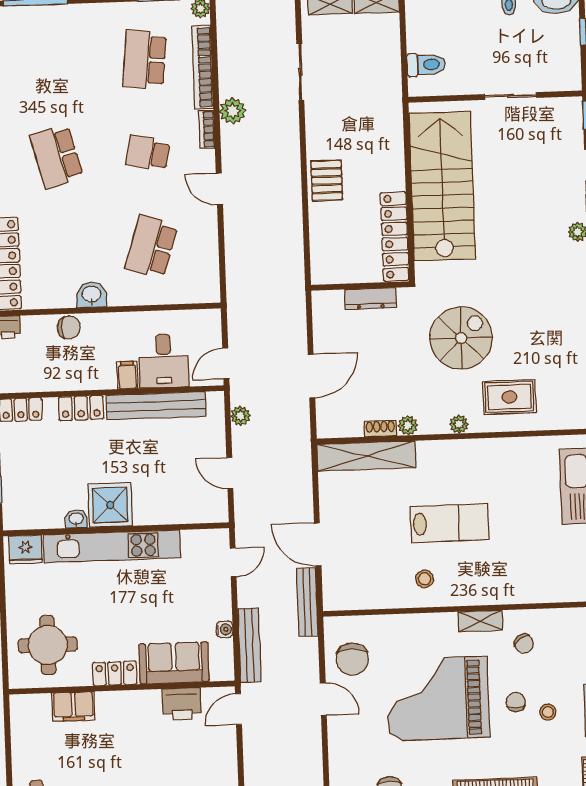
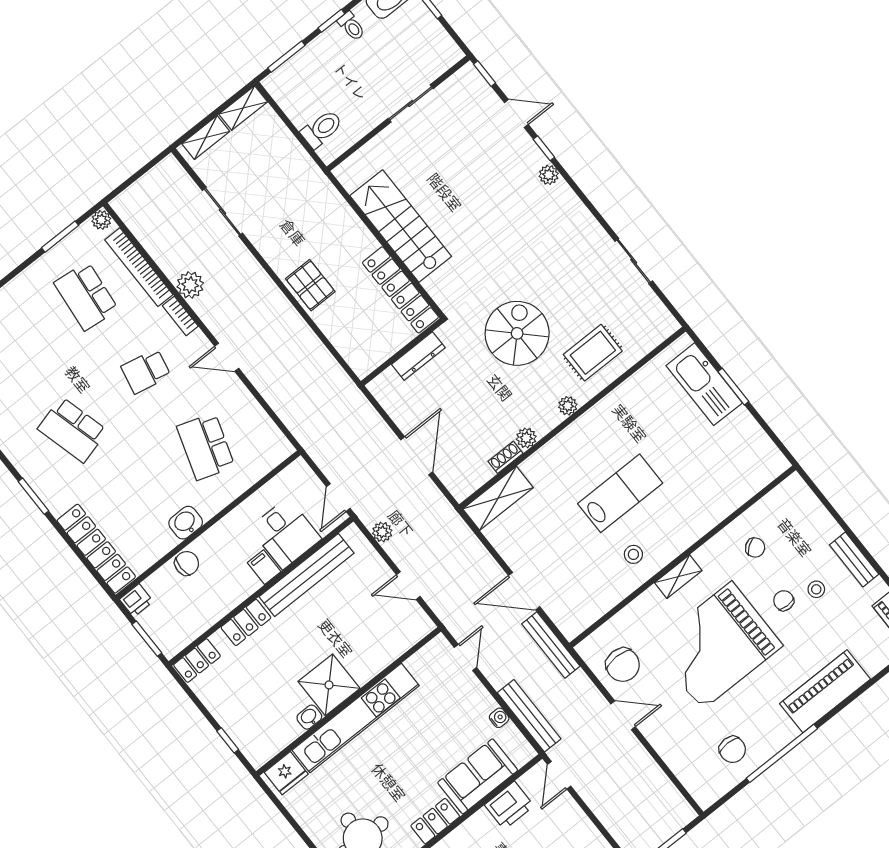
stairs: (442, 186) -> (401, 226), width x0.73, depth x0.66
shelving: (366, 456) -> (498, 498), width x0.68
shelving: (480, 621) -> (678, 577), moved

